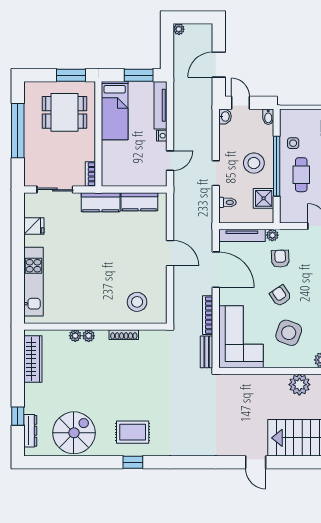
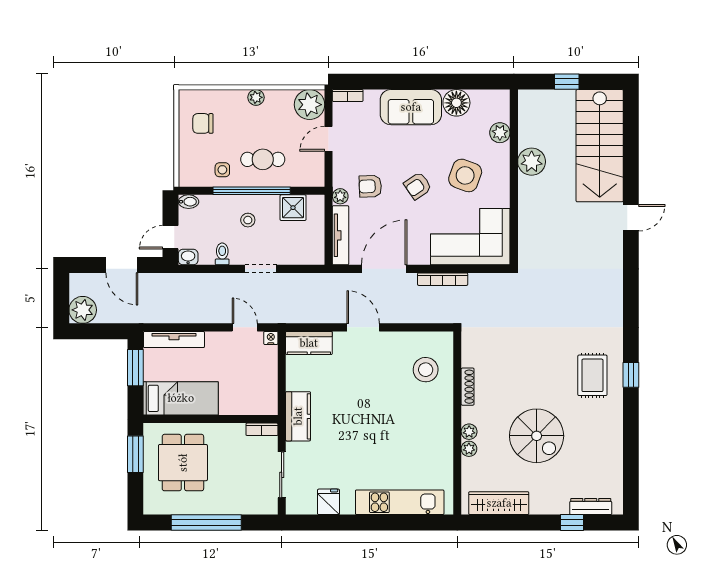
plant: (179, 29) -> (83, 310), width x1.88, depth x1.88
nightstand: (162, 136) -> (271, 338), moved
stool: (254, 163) -> (248, 220), width x0.53, depth x0.53
kitchen counter: (139, 202) -> (309, 343), moved, turned 90
toilet: (227, 202) -> (222, 254), moved
door: (170, 253) -> (363, 327), hinge flipped
bench: (207, 352) -> (490, 281), removed
spiral stairs: (74, 433) -> (537, 436), moved, turned 180

